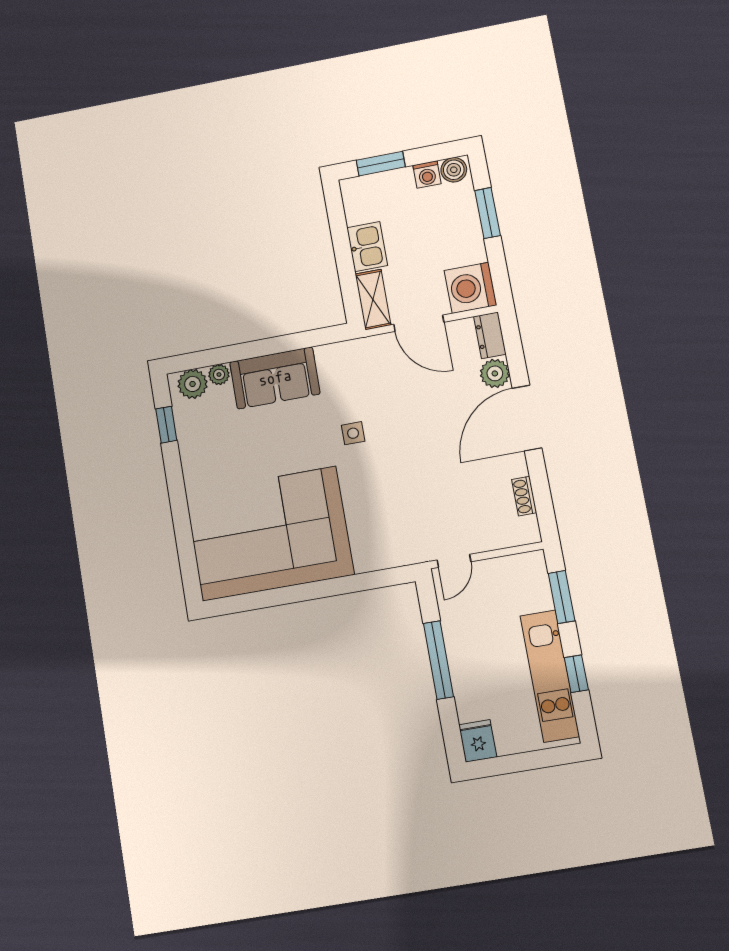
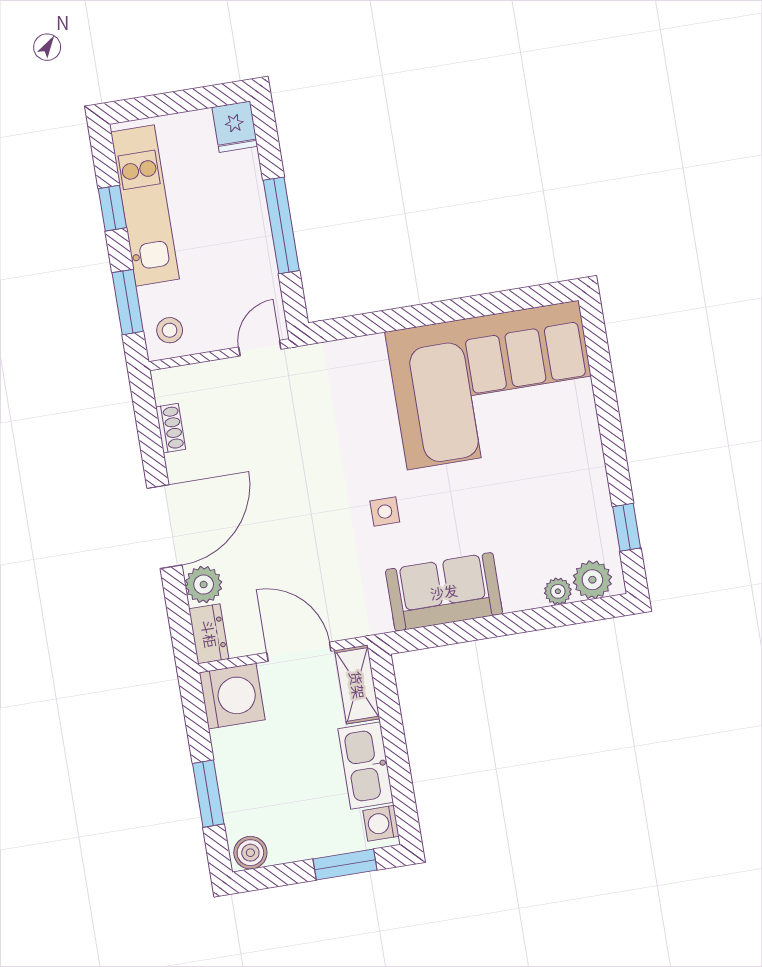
washing machine: (427, 174) -> (381, 823), moved, turned -90
kitchen sink: (367, 247) -> (366, 765), width x1.38
sofa: (275, 378) -> (444, 592), moved
stool: (527, 575) -> (170, 330), added

